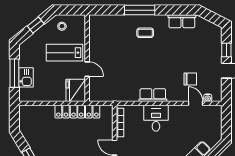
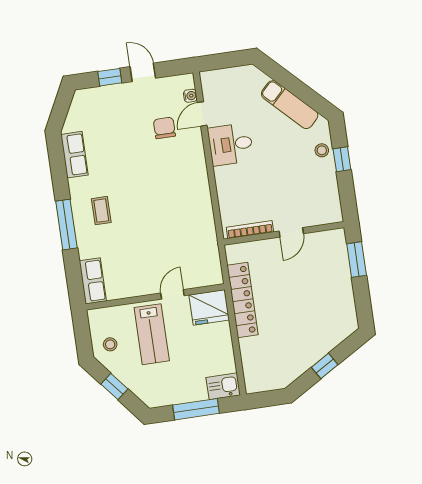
kitchen sink: (26, 77) -> (223, 386), moved
row of seats: (153, 95) -> (93, 281), moved, turned 180
desk: (156, 118) -> (231, 144), moved

